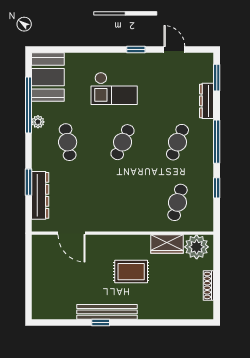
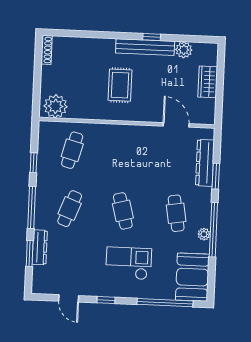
window: (75, 50) -> (165, 303), added
window: (217, 78) -> (30, 254), moved
window: (28, 105) -> (213, 230), moved
cafe table: (123, 142) -> (123, 211), turned -39
wardrobe: (167, 244) -> (208, 82), moved, turned -90
rug: (131, 272) -> (120, 85), turned 90
shoe rack: (208, 285) -> (46, 50), moved
plant: (67, 311) -> (184, 50), added

